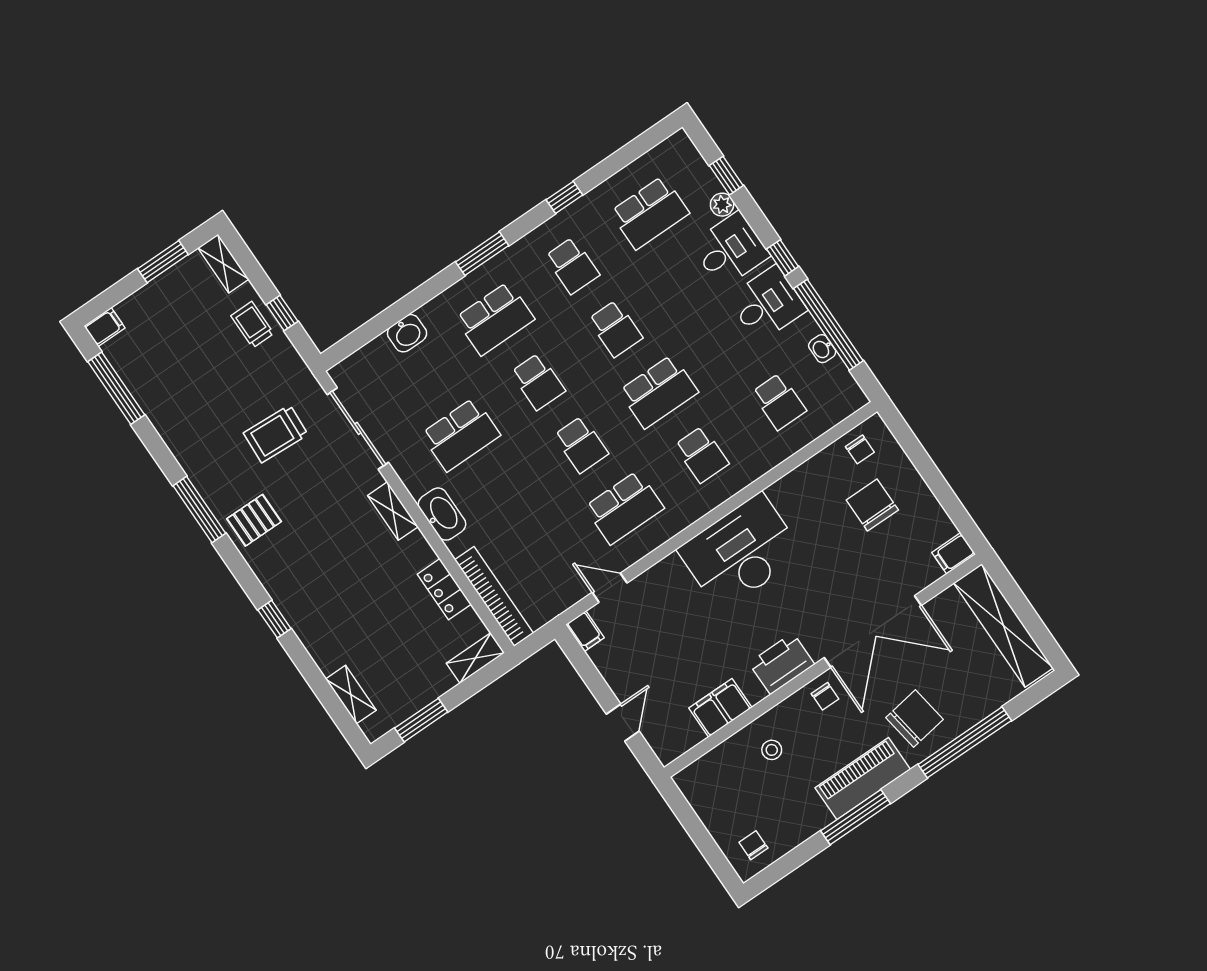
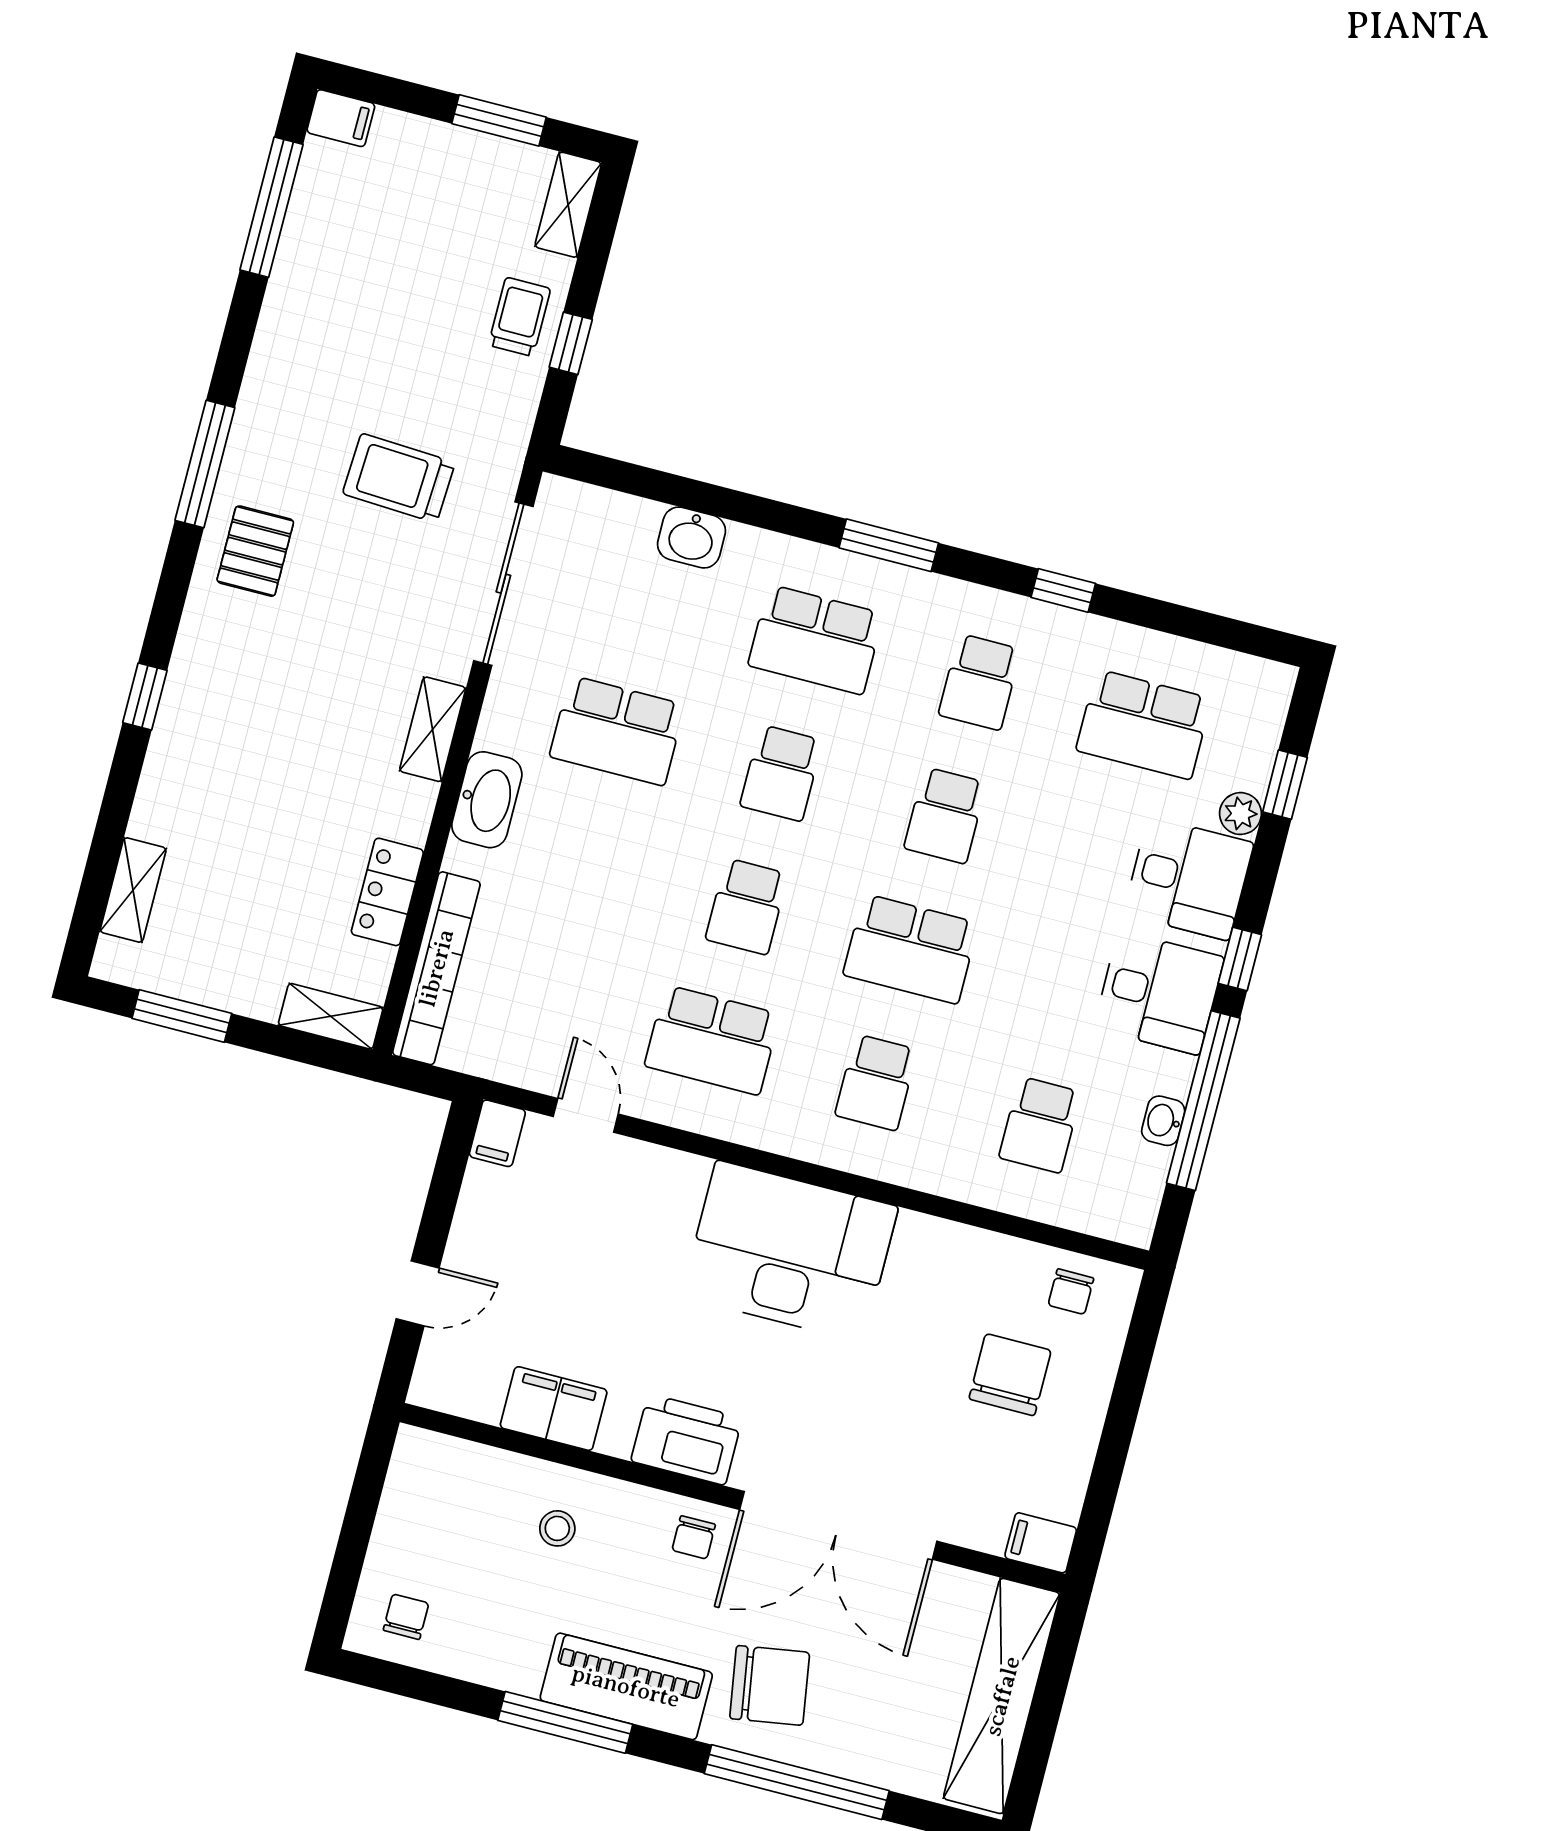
pallet: (254, 520) -> (255, 551), turned 90

